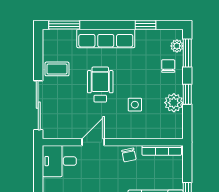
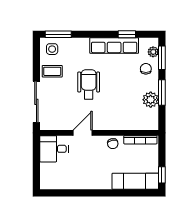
row of seats: (106, 38) -> (114, 46), moved
window: (187, 94) -> (162, 92), width x1.50
side table: (135, 105) -> (52, 49), moved

